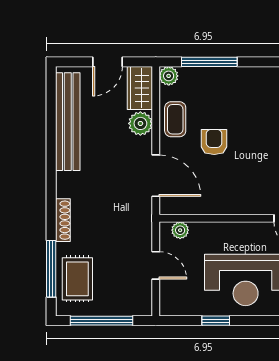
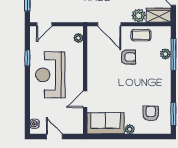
plant: (169, 76) -> (165, 54), moved
door: (156, 176) -> (109, 24), hinge flipped
door: (156, 265) -> (44, 24), moved

